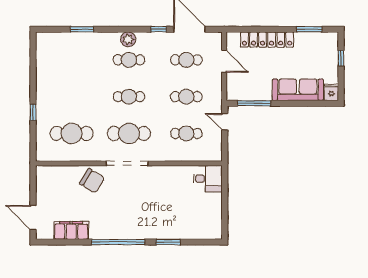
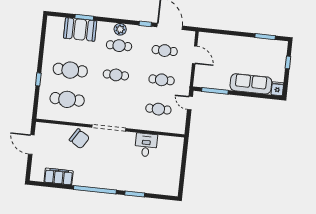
locker: (267, 40) -> (231, 41), removed
booth: (78, 45) -> (80, 29), added
cafe table: (129, 133) -> (70, 70), moved
desk: (208, 179) -> (146, 145), moved, turned -90
door: (33, 217) -> (31, 145), moved

